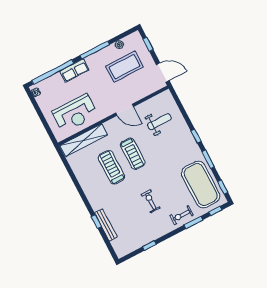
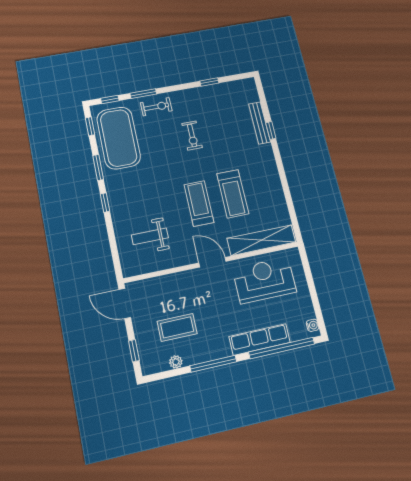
coffee table: (125, 67) -> (177, 327), width x0.73, depth x0.76
row of seats: (74, 71) -> (260, 340), width x1.48
door: (125, 110) -> (212, 262), moved

